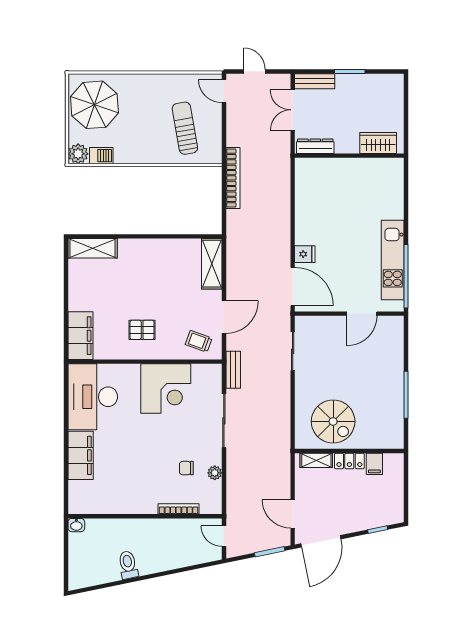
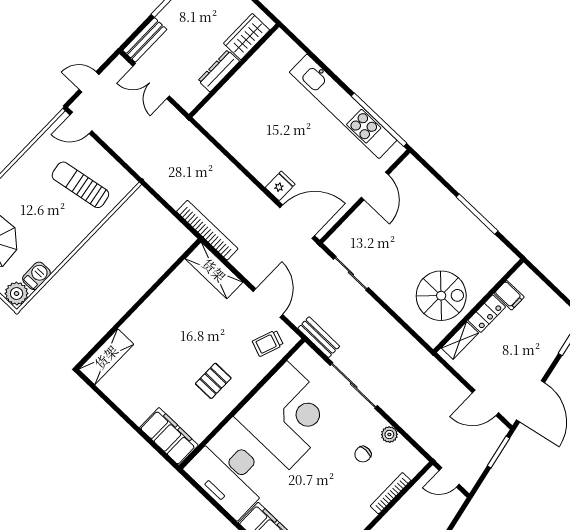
dresser: (315, 146) -> (219, 71), moved
bookcase: (233, 178) -> (207, 230), moved
kitchen unit: (393, 260) -> (343, 106), width x1.36
corner desk: (166, 389) -> (288, 415), width x1.36, depth x1.36

